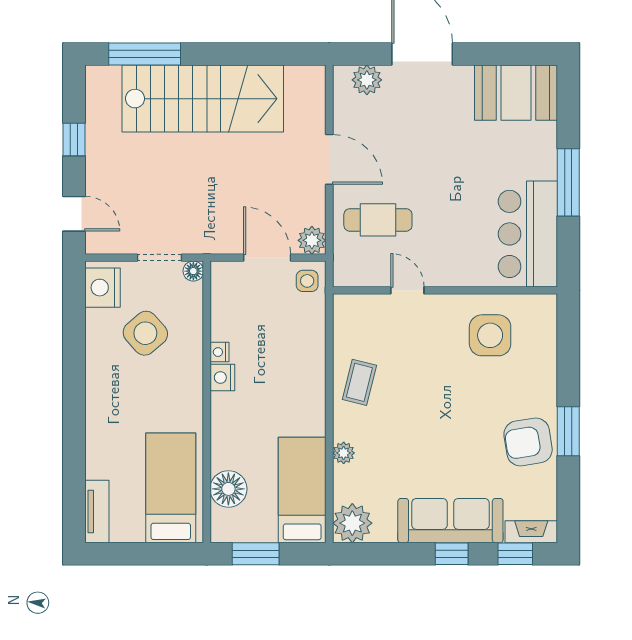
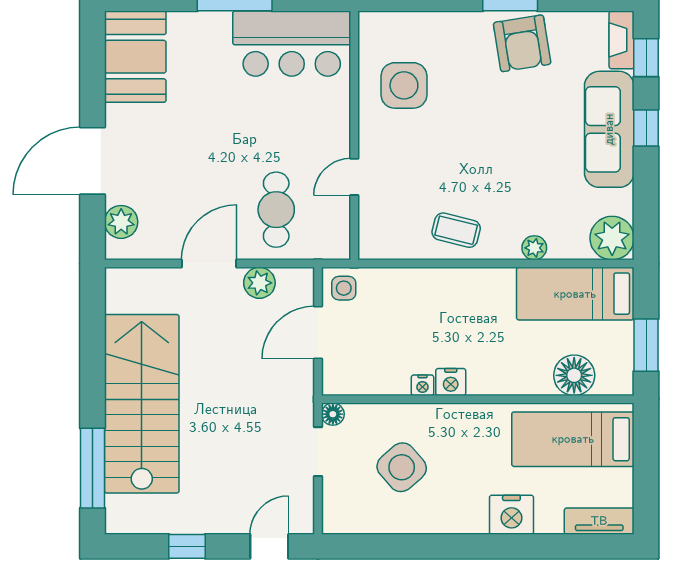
plant: (312, 240) -> (259, 283), moved
nightstand: (103, 288) -> (511, 515), moved

